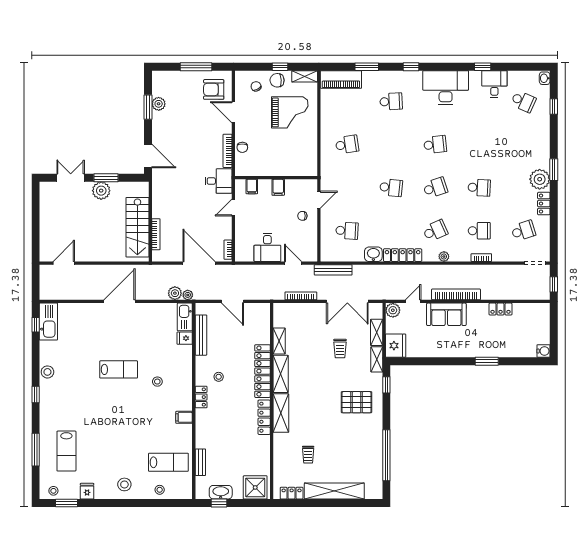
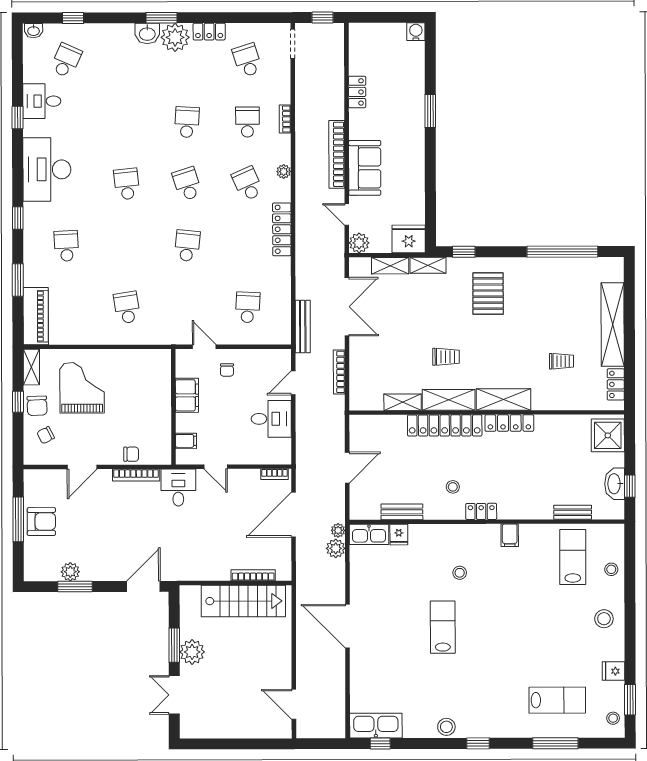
armchair: (214, 89) -> (41, 522), moved, turned -90
filing cabinet: (278, 187) -> (187, 395), width x2.00
washbasin: (373, 254) -> (147, 33), moved, turned -90
bench: (201, 335) -> (402, 512), width x0.73
trolley: (340, 349) -> (446, 357), moved

